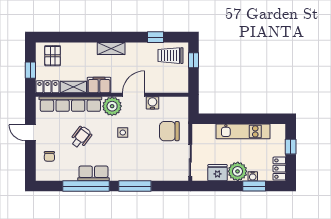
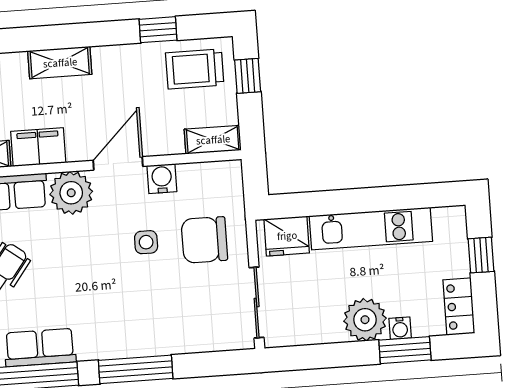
shelving: (176, 87) -> (213, 140), added
side table: (123, 133) -> (146, 242), moved
fridge: (217, 173) -> (287, 236), moved, turned 180

